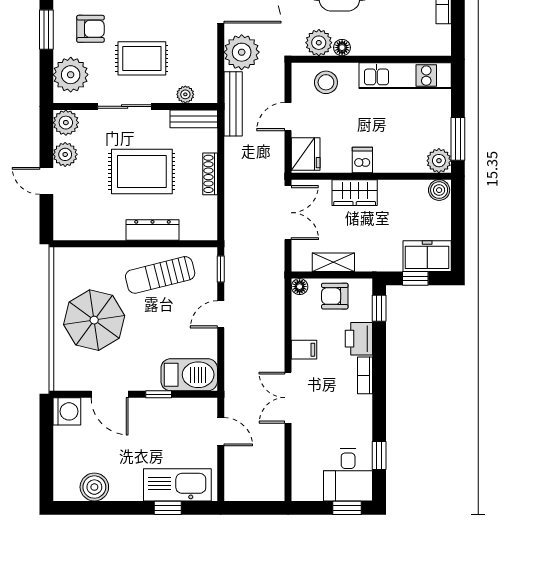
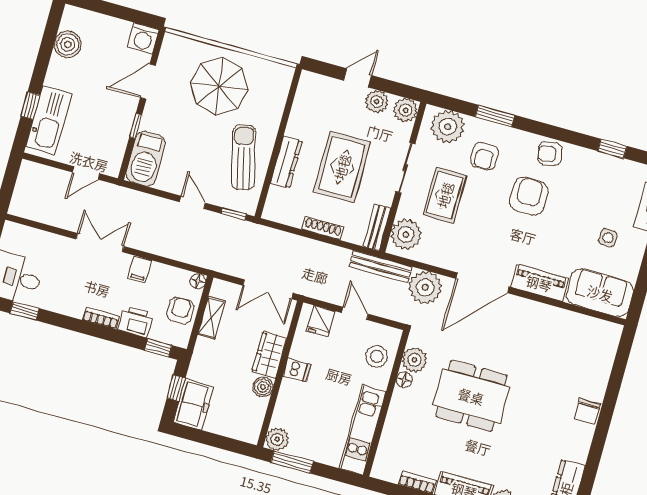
plant: (185, 94) -> (406, 235), width x1.87, depth x1.87
fridge: (306, 154) -> (321, 321), width x0.72
boiler: (439, 190) -> (263, 387), moved

